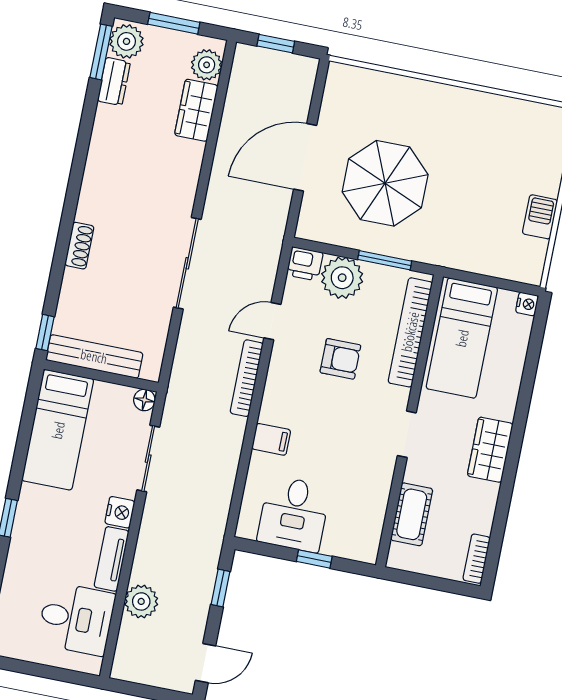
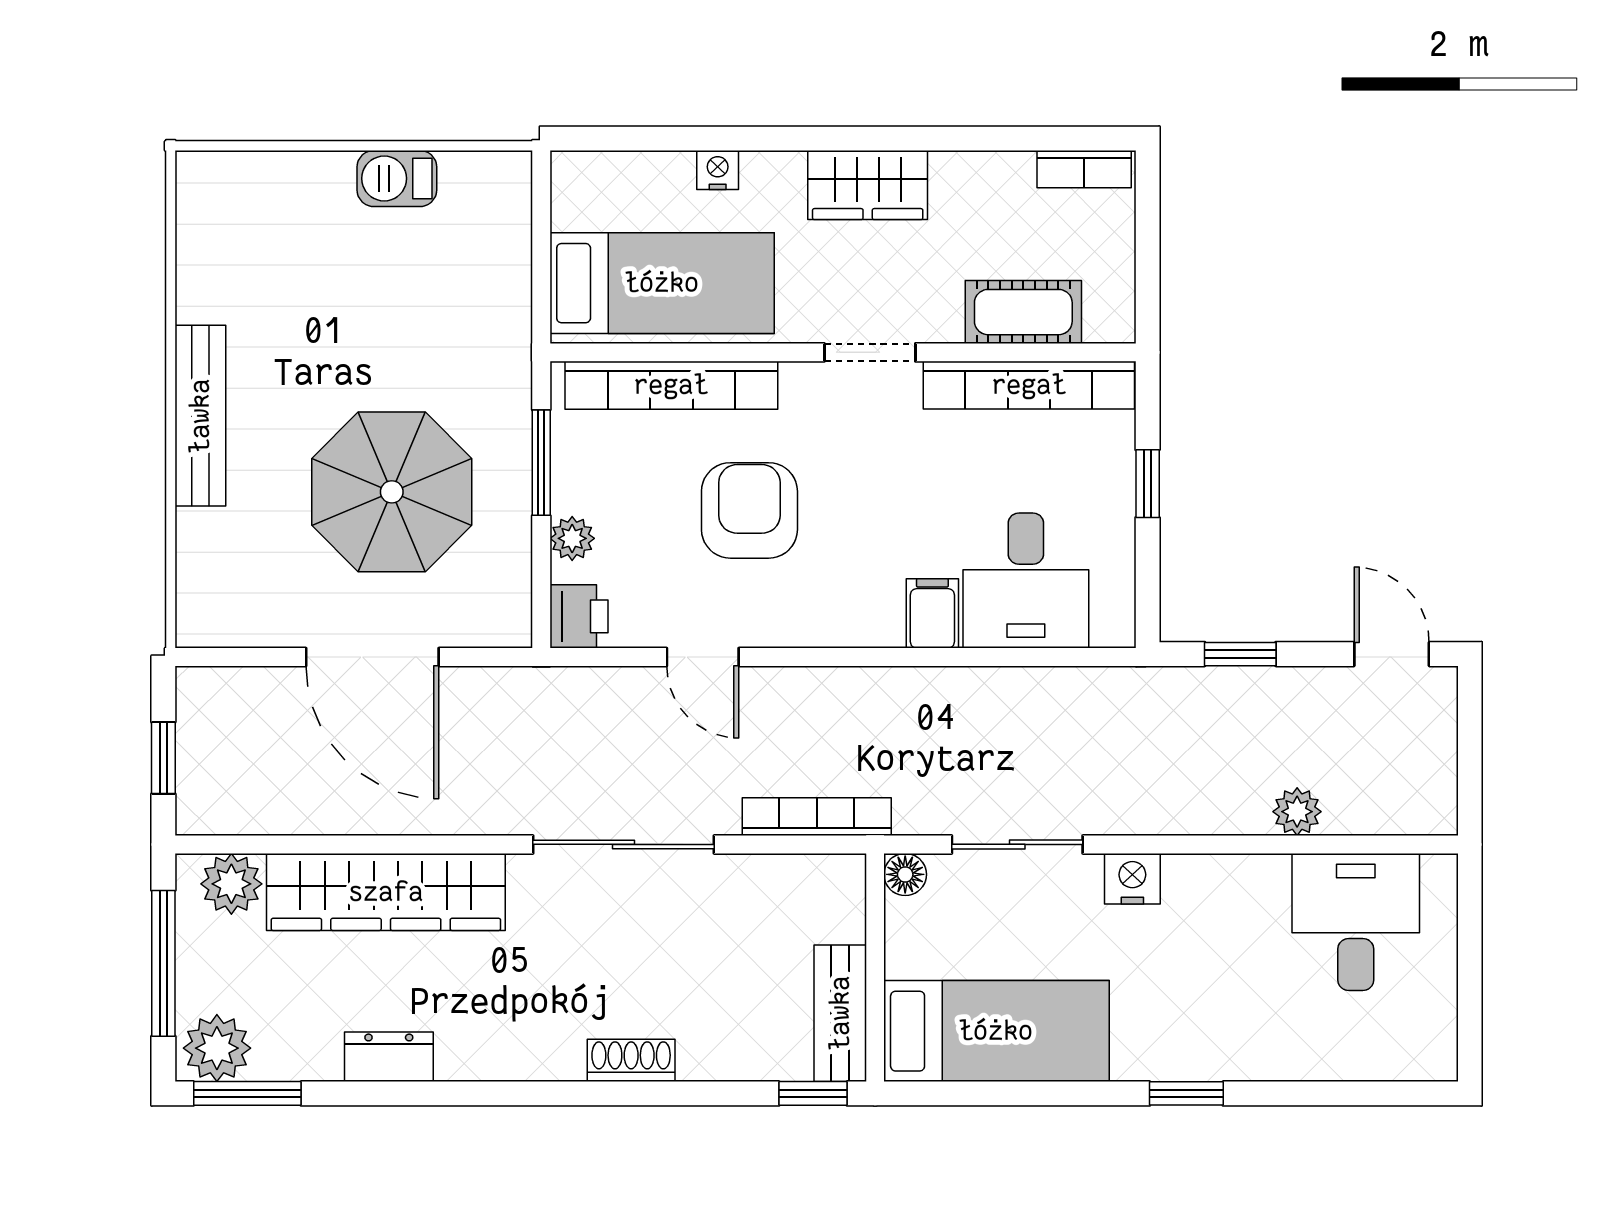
window: (174, 23) -> (163, 963), width x1.44
dresser: (114, 82) -> (389, 1057), moved
bench: (442, 96) -> (200, 416), added
wardrobe: (196, 110) -> (386, 892), width x2.10, depth x1.17
plant: (342, 278) -> (572, 538), width x0.53, depth x0.53
nightstand: (527, 304) -> (718, 170), moved
bench: (94, 356) -> (840, 1013), width x0.73
armchair: (340, 359) -> (749, 510), width x1.38, depth x1.38
bookcase: (247, 378) -> (817, 817), moved, turned 180
bookcase: (375, 510) -> (1029, 385), added
desk: (294, 514) -> (1026, 581), moved, turned 90
tv unit: (112, 559) -> (1226, 877), removed
plant: (141, 601) -> (1297, 812), width x0.73, depth x0.73

